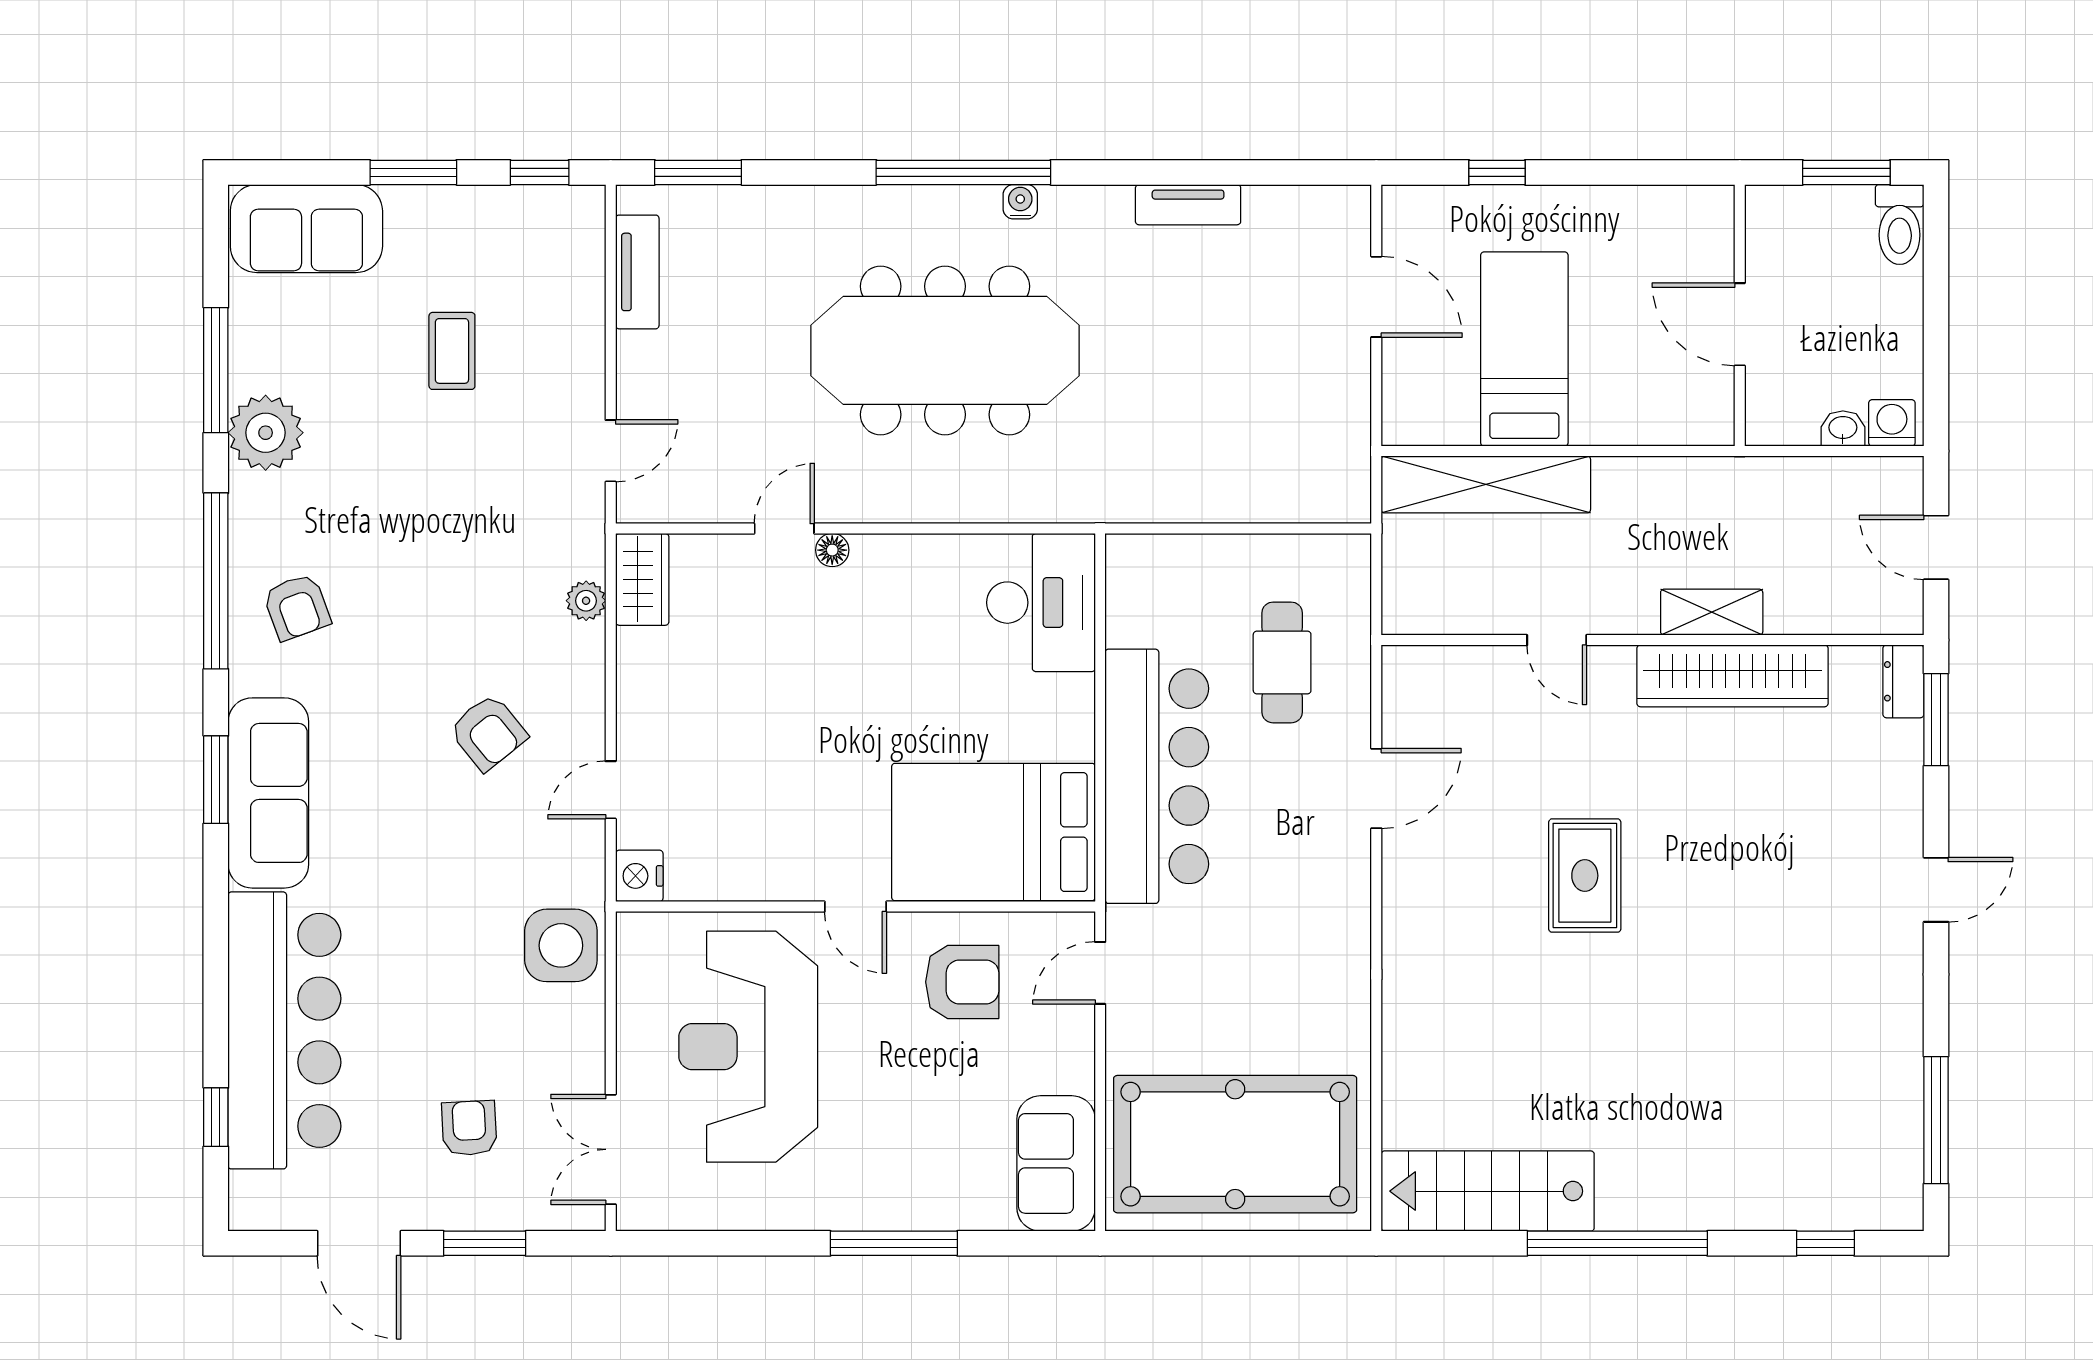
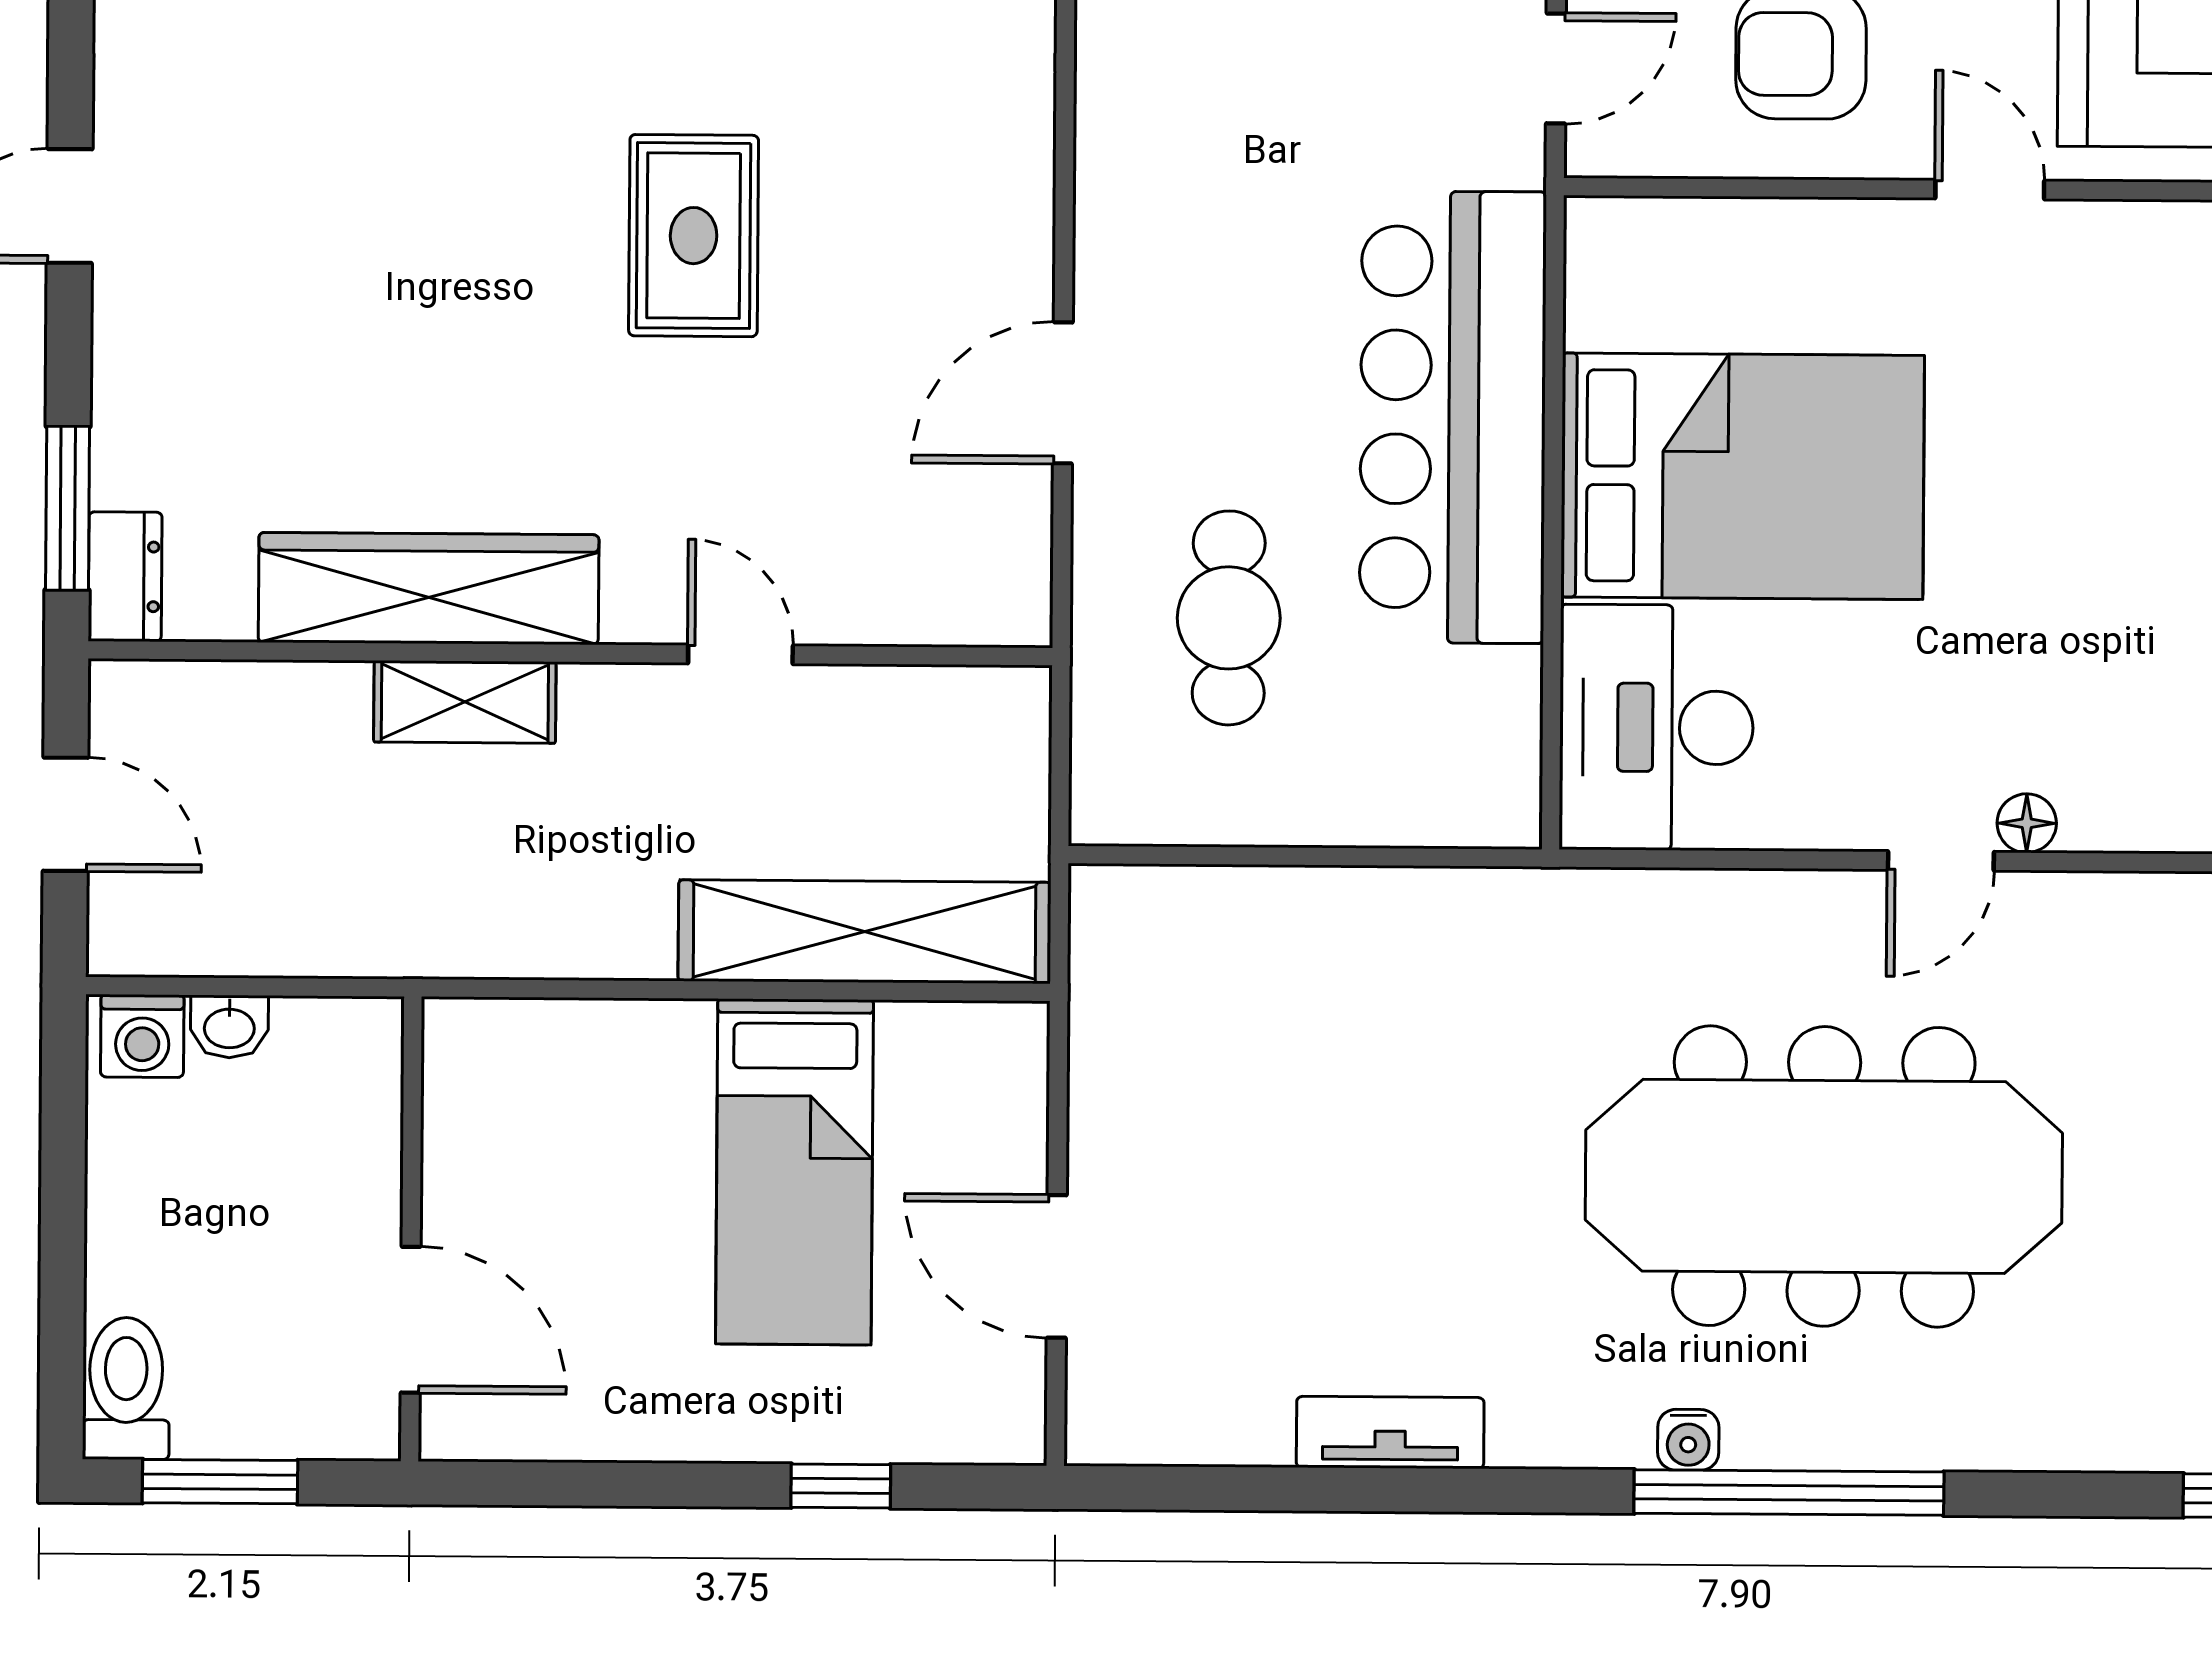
door: (1740, 324) -> (411, 1320), moved
door: (784, 529) -> (1941, 861), moved
bed: (993, 832) -> (1743, 476), moved

